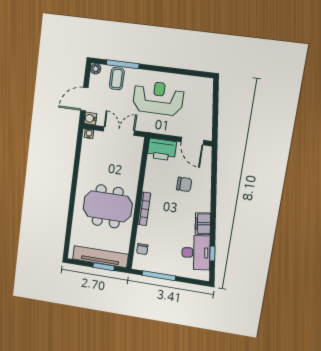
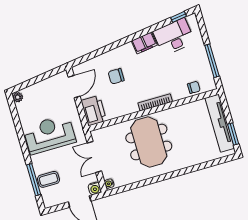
plant: (96, 69) -> (18, 97), moved
reception desk: (158, 98) -> (49, 134), turned 90
chair: (184, 184) -> (116, 76), turned -90
meeting table: (108, 206) -> (149, 142), moved
window: (212, 253) -> (178, 17), moved
window: (104, 267) -> (233, 134), moved

